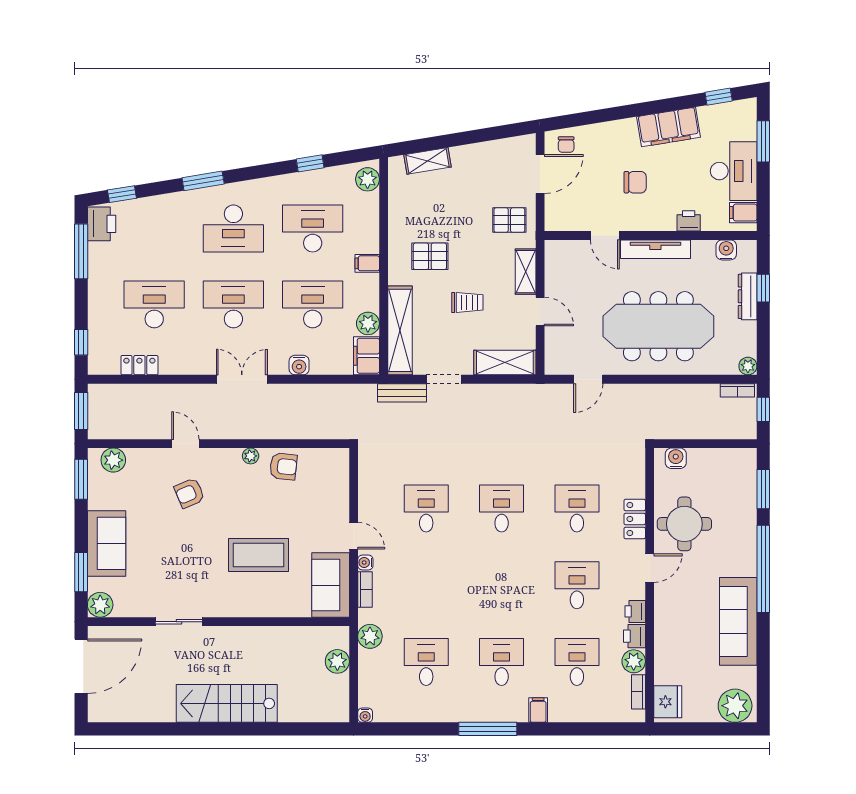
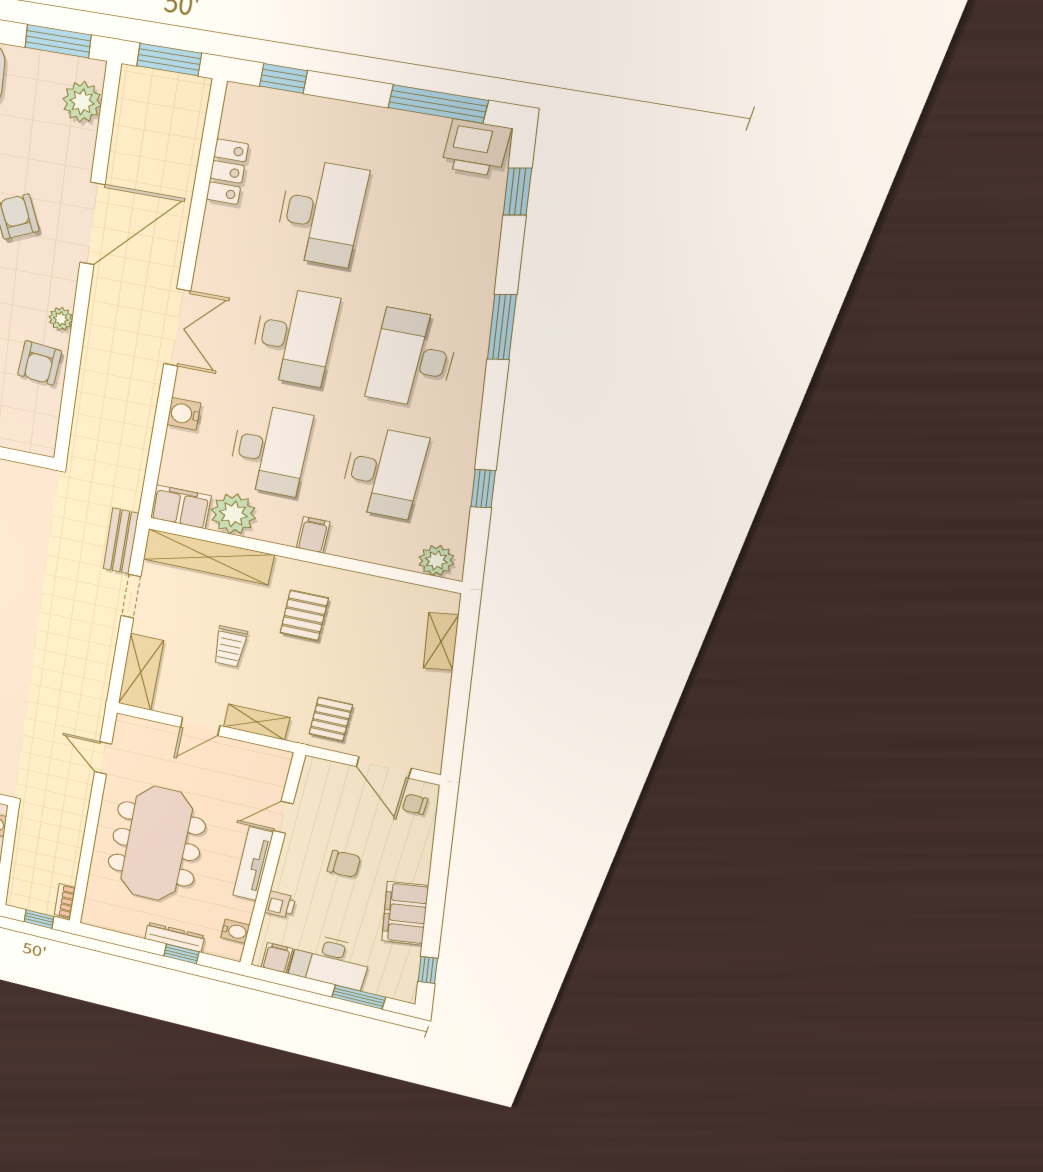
chair: (635, 182) -> (344, 864), turned -90
plant: (368, 323) -> (233, 514), width x1.36, depth x1.36
plant: (748, 366) -> (92, 918), removed
door: (185, 444) -> (92, 224), width x1.88

